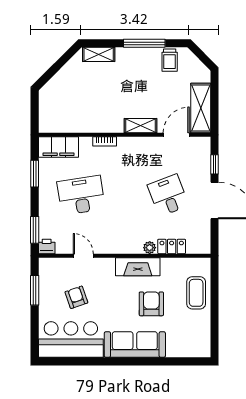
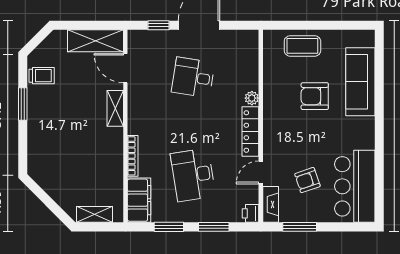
window: (144, 43) -> (23, 104), width x0.69
shelving: (99, 54) -> (95, 214), moved, turned 90
bookcase: (105, 141) -> (133, 156), width x1.56
desk: (168, 195) -> (193, 77), turned 30
window: (35, 230) -> (214, 227), moved
locker: (172, 246) -> (250, 131), moved, width x1.53
fireplace: (138, 267) -> (271, 204), moved, width x0.73, depth x0.76
sofa: (135, 344) -> (360, 82), moved

